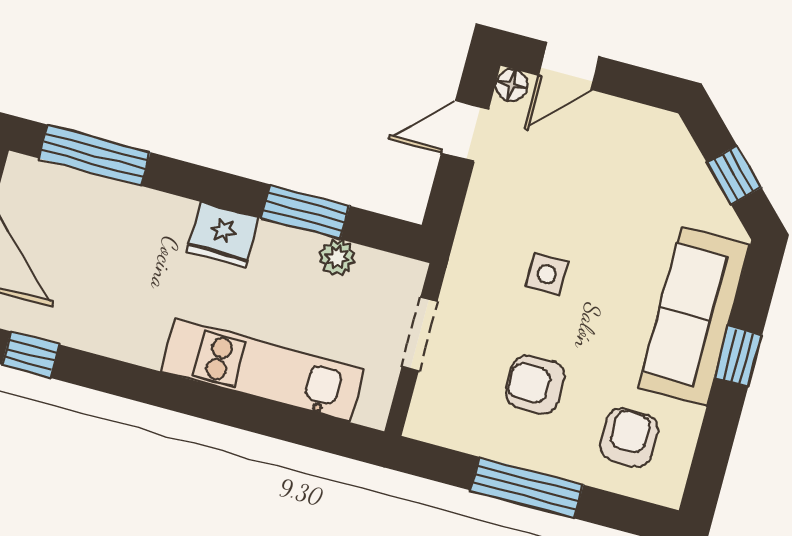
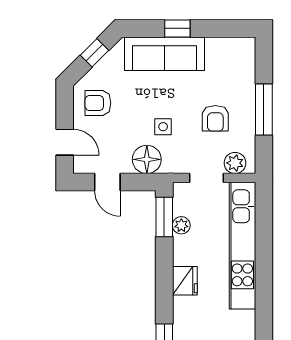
floor lamp: (512, 85) -> (147, 159), moved, width x1.89, depth x1.89
window: (305, 212) -> (164, 217), moved
kitchen unit: (263, 370) -> (242, 246), width x1.36
plant: (434, 400) -> (235, 163), added
armchair: (629, 438) -> (98, 103), moved

